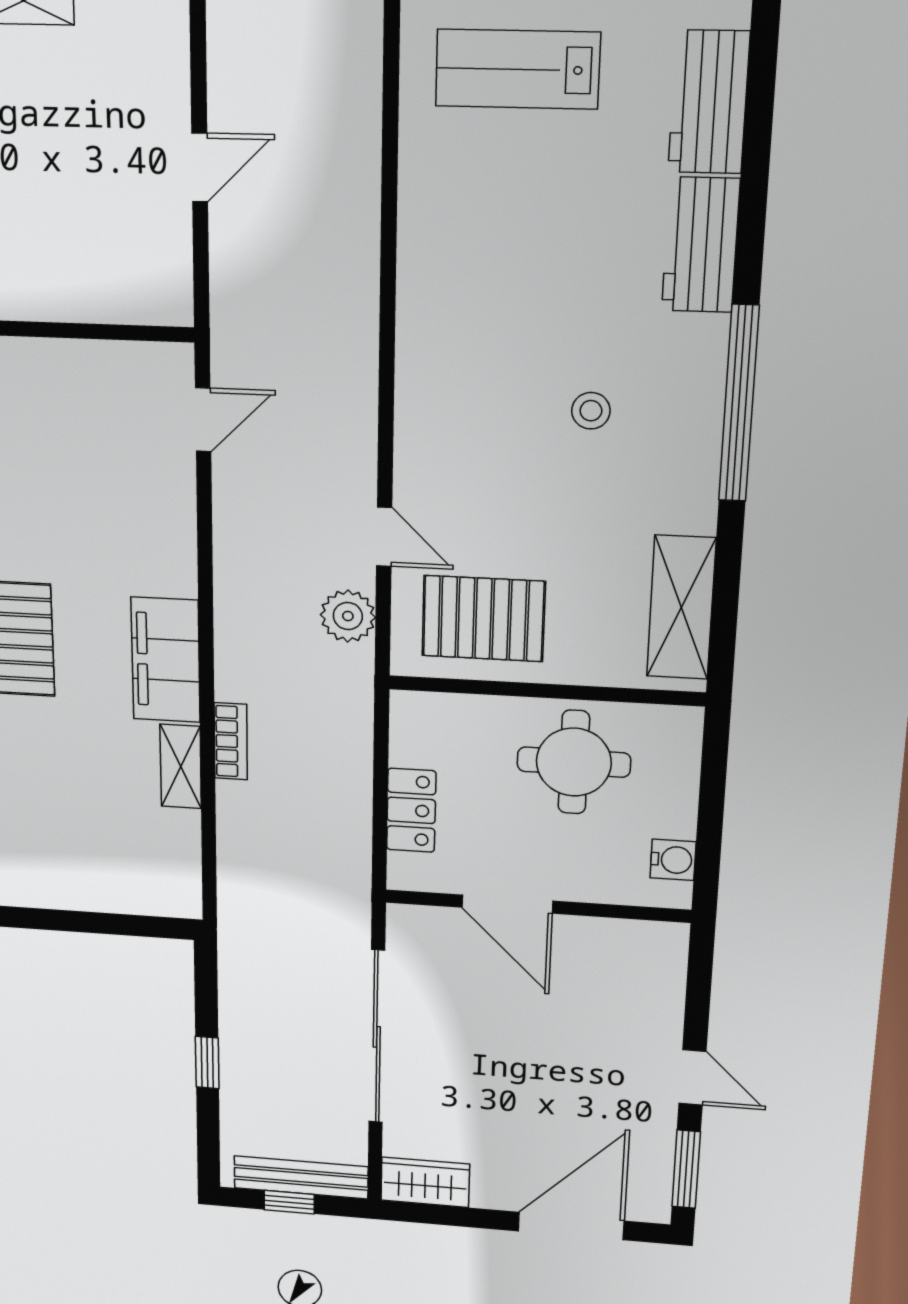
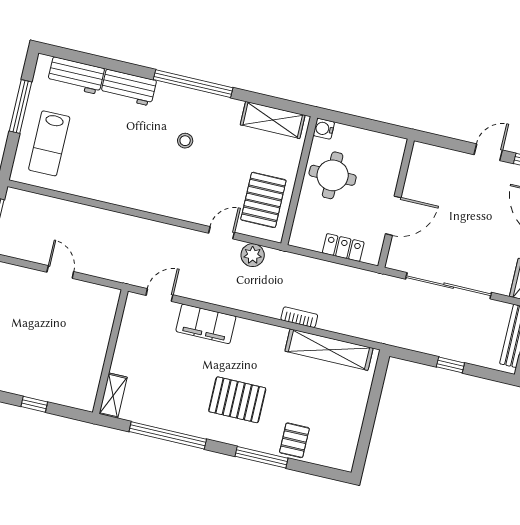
door: (203, 420) -> (159, 295), hinge flipped
filing cabinet: (166, 660) -> (206, 324), moved
shelving: (181, 766) -> (329, 350), width x2.20, depth x1.33
water cooler: (673, 860) -> (324, 129), moved, turned -90

